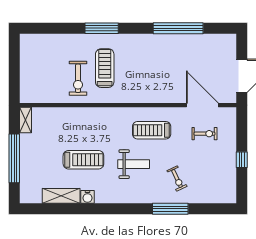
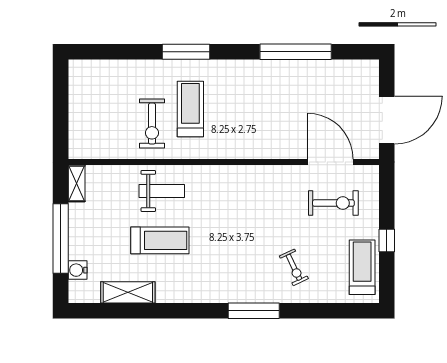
treadmill: (152, 130) -> (362, 267), moved, turned 90
exercise bike: (204, 134) -> (333, 203), width x1.38, depth x1.39
weight bench: (134, 164) -> (162, 191), moved
water cooler: (88, 197) -> (78, 270), moved, turned 90
window: (170, 209) -> (254, 311), moved

